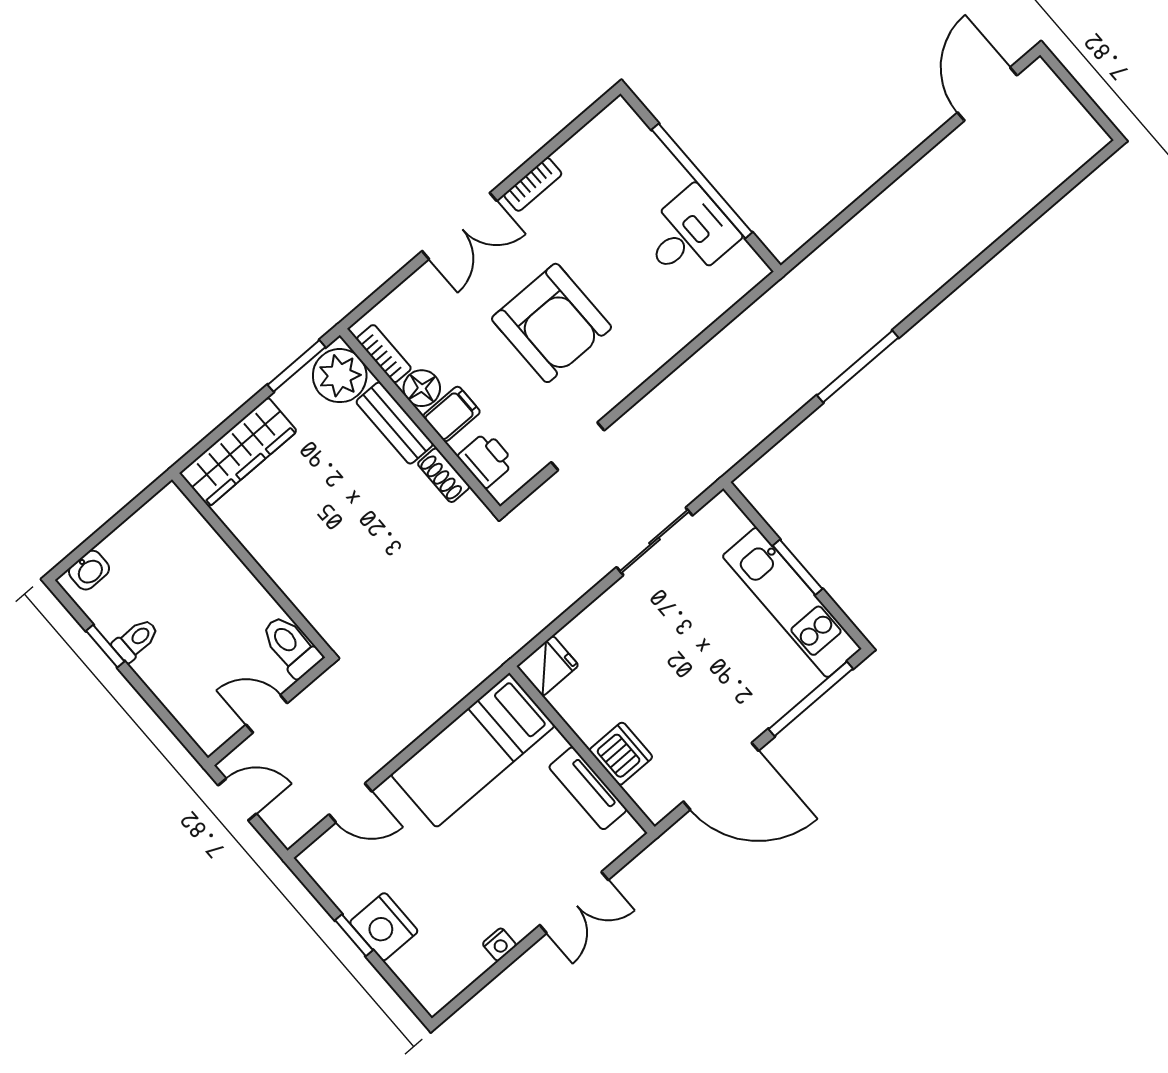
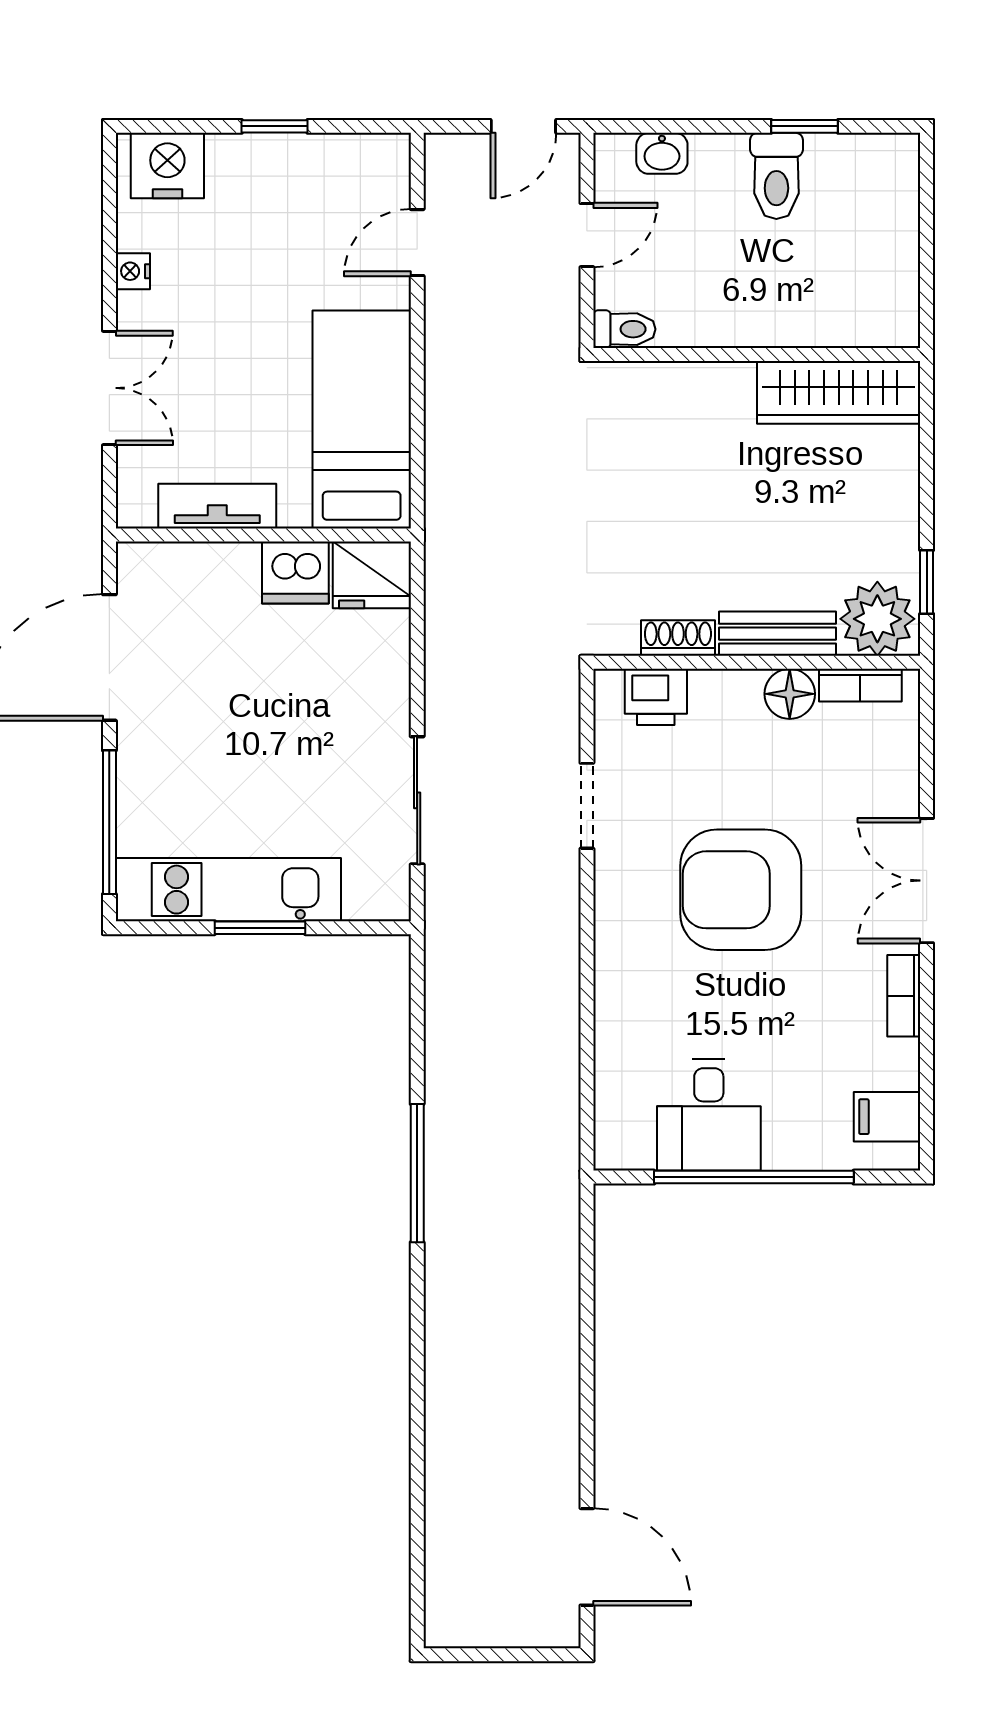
window: (297, 366) -> (927, 582), width x0.67
filing cabinet: (451, 414) -> (887, 1117), moved, turned 90
wardrobe: (238, 452) -> (839, 392), moved, turned -90
washbasin: (89, 570) -> (662, 153), moved, turned -90
toilet: (136, 640) -> (776, 176), width x1.37, depth x1.39
toilet: (291, 646) -> (624, 329), width x0.73, depth x0.72
fridge: (548, 666) -> (372, 575), width x1.38
dishwasher: (621, 754) -> (295, 572), moved
double door: (574, 903) -> (109, 388), swing flipped
nightstand: (384, 927) -> (167, 166), moved

